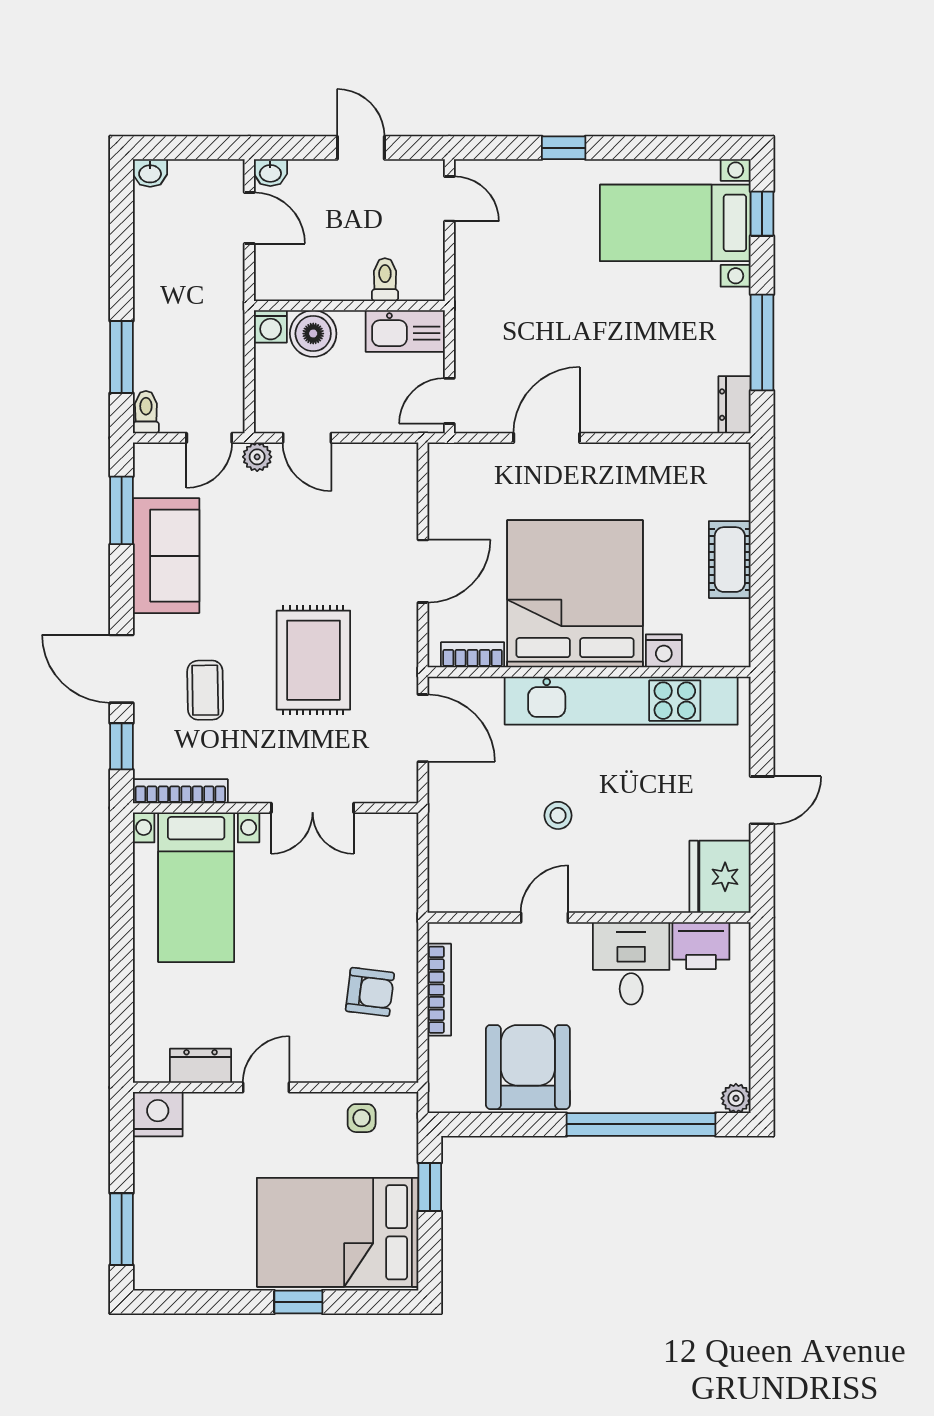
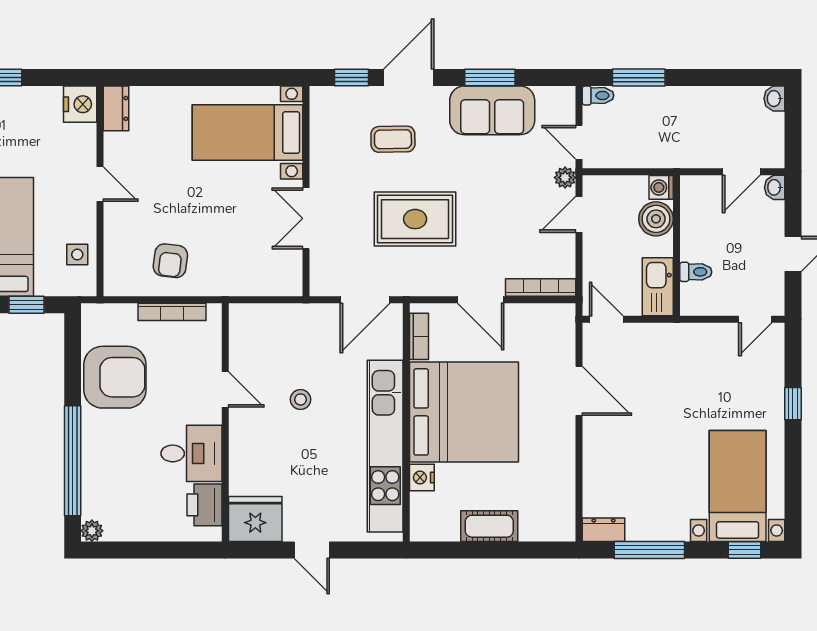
window: (122, 510) -> (490, 78), moved
bookcase: (180, 791) -> (541, 288), moved, turned -90
dresser: (201, 1066) -> (116, 108), moved

